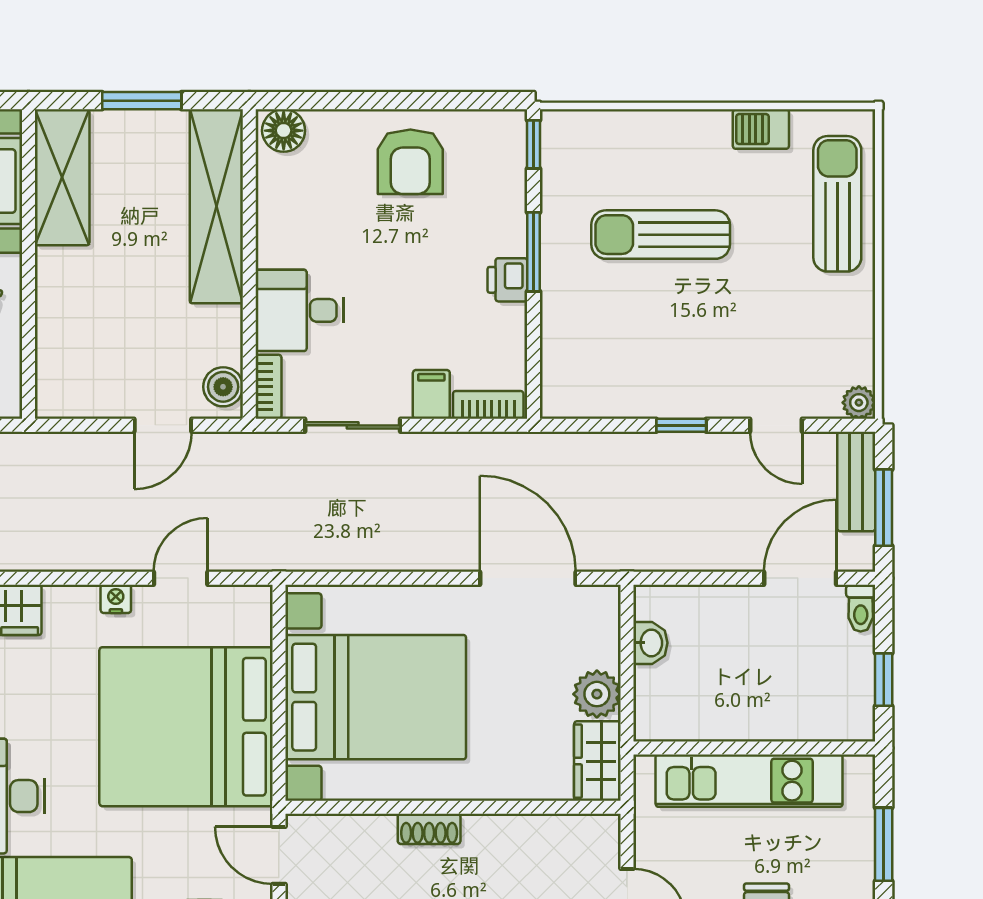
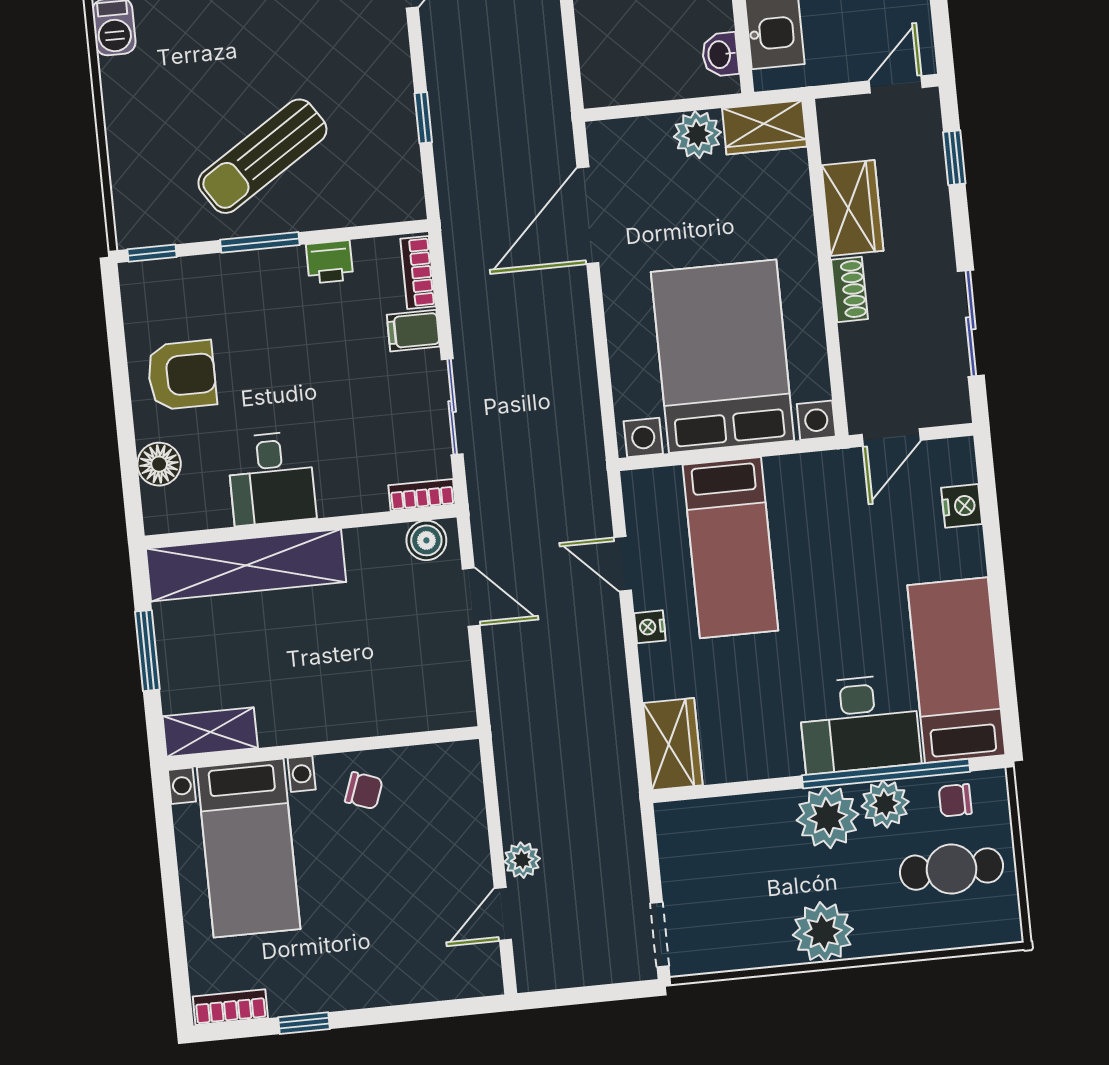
floor lamp: (284, 131) -> (159, 464), moved
shelving: (62, 177) -> (210, 732), width x0.67, depth x0.75
sun lounger: (661, 235) -> (262, 156), moved, turned 57
printer: (507, 280) -> (330, 262), moved
desk: (300, 310) -> (271, 478), moved
window: (681, 425) -> (423, 118), moved
washbasin: (650, 643) -> (720, 54), moved, turned -90
bed: (186, 727) -> (730, 548), width x0.49
wardrobe: (509, 840) -> (853, 208), added

